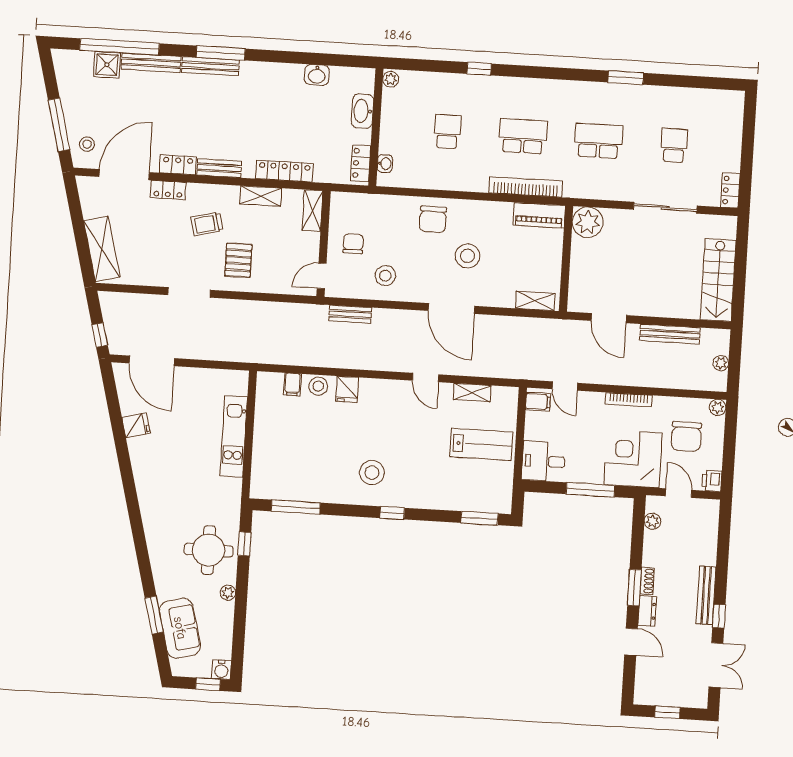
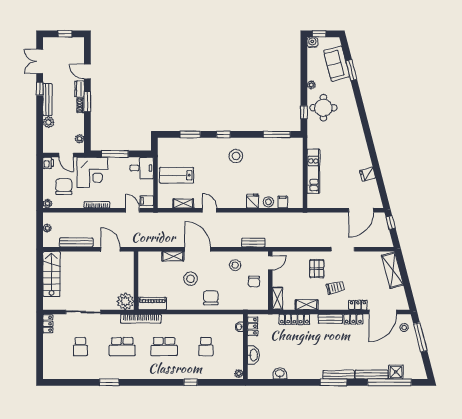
bookcase: (526, 187) -> (141, 319), moved
shelving: (535, 301) -> (173, 256), moved
door: (152, 361) -> (361, 210), swing flipped
window: (480, 518) -> (190, 134), moved
plant: (707, 554) -> (49, 122), added

